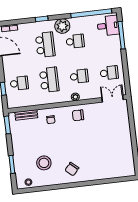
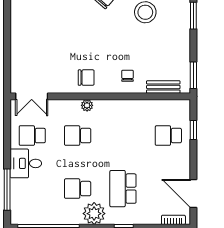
desk: (108, 26) -> (26, 163), moved
school desk: (49, 80) -> (123, 136), removed

